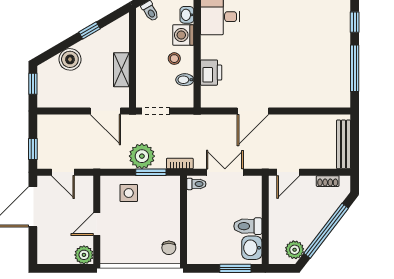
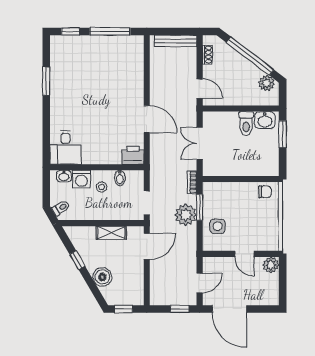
printer: (211, 73) -> (133, 155), moved
toilet: (196, 184) -> (210, 168), removed

